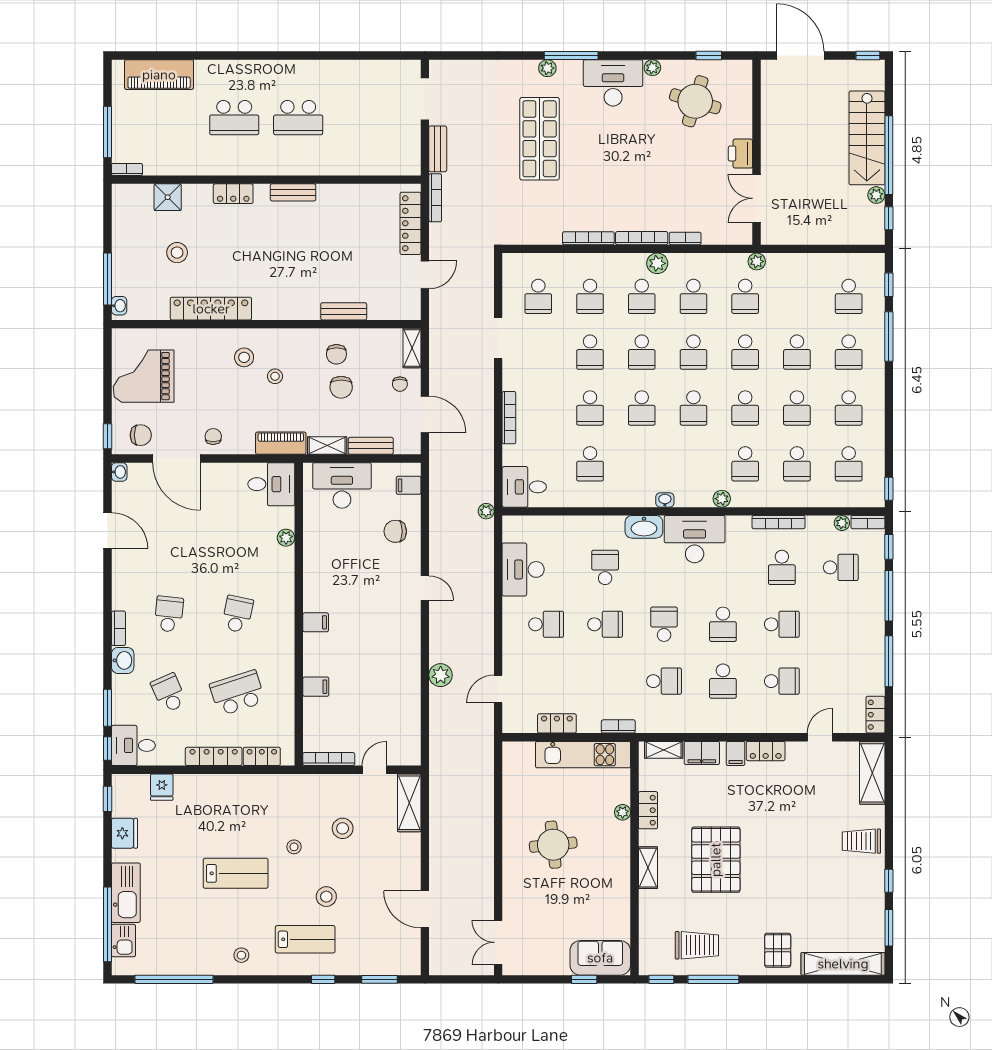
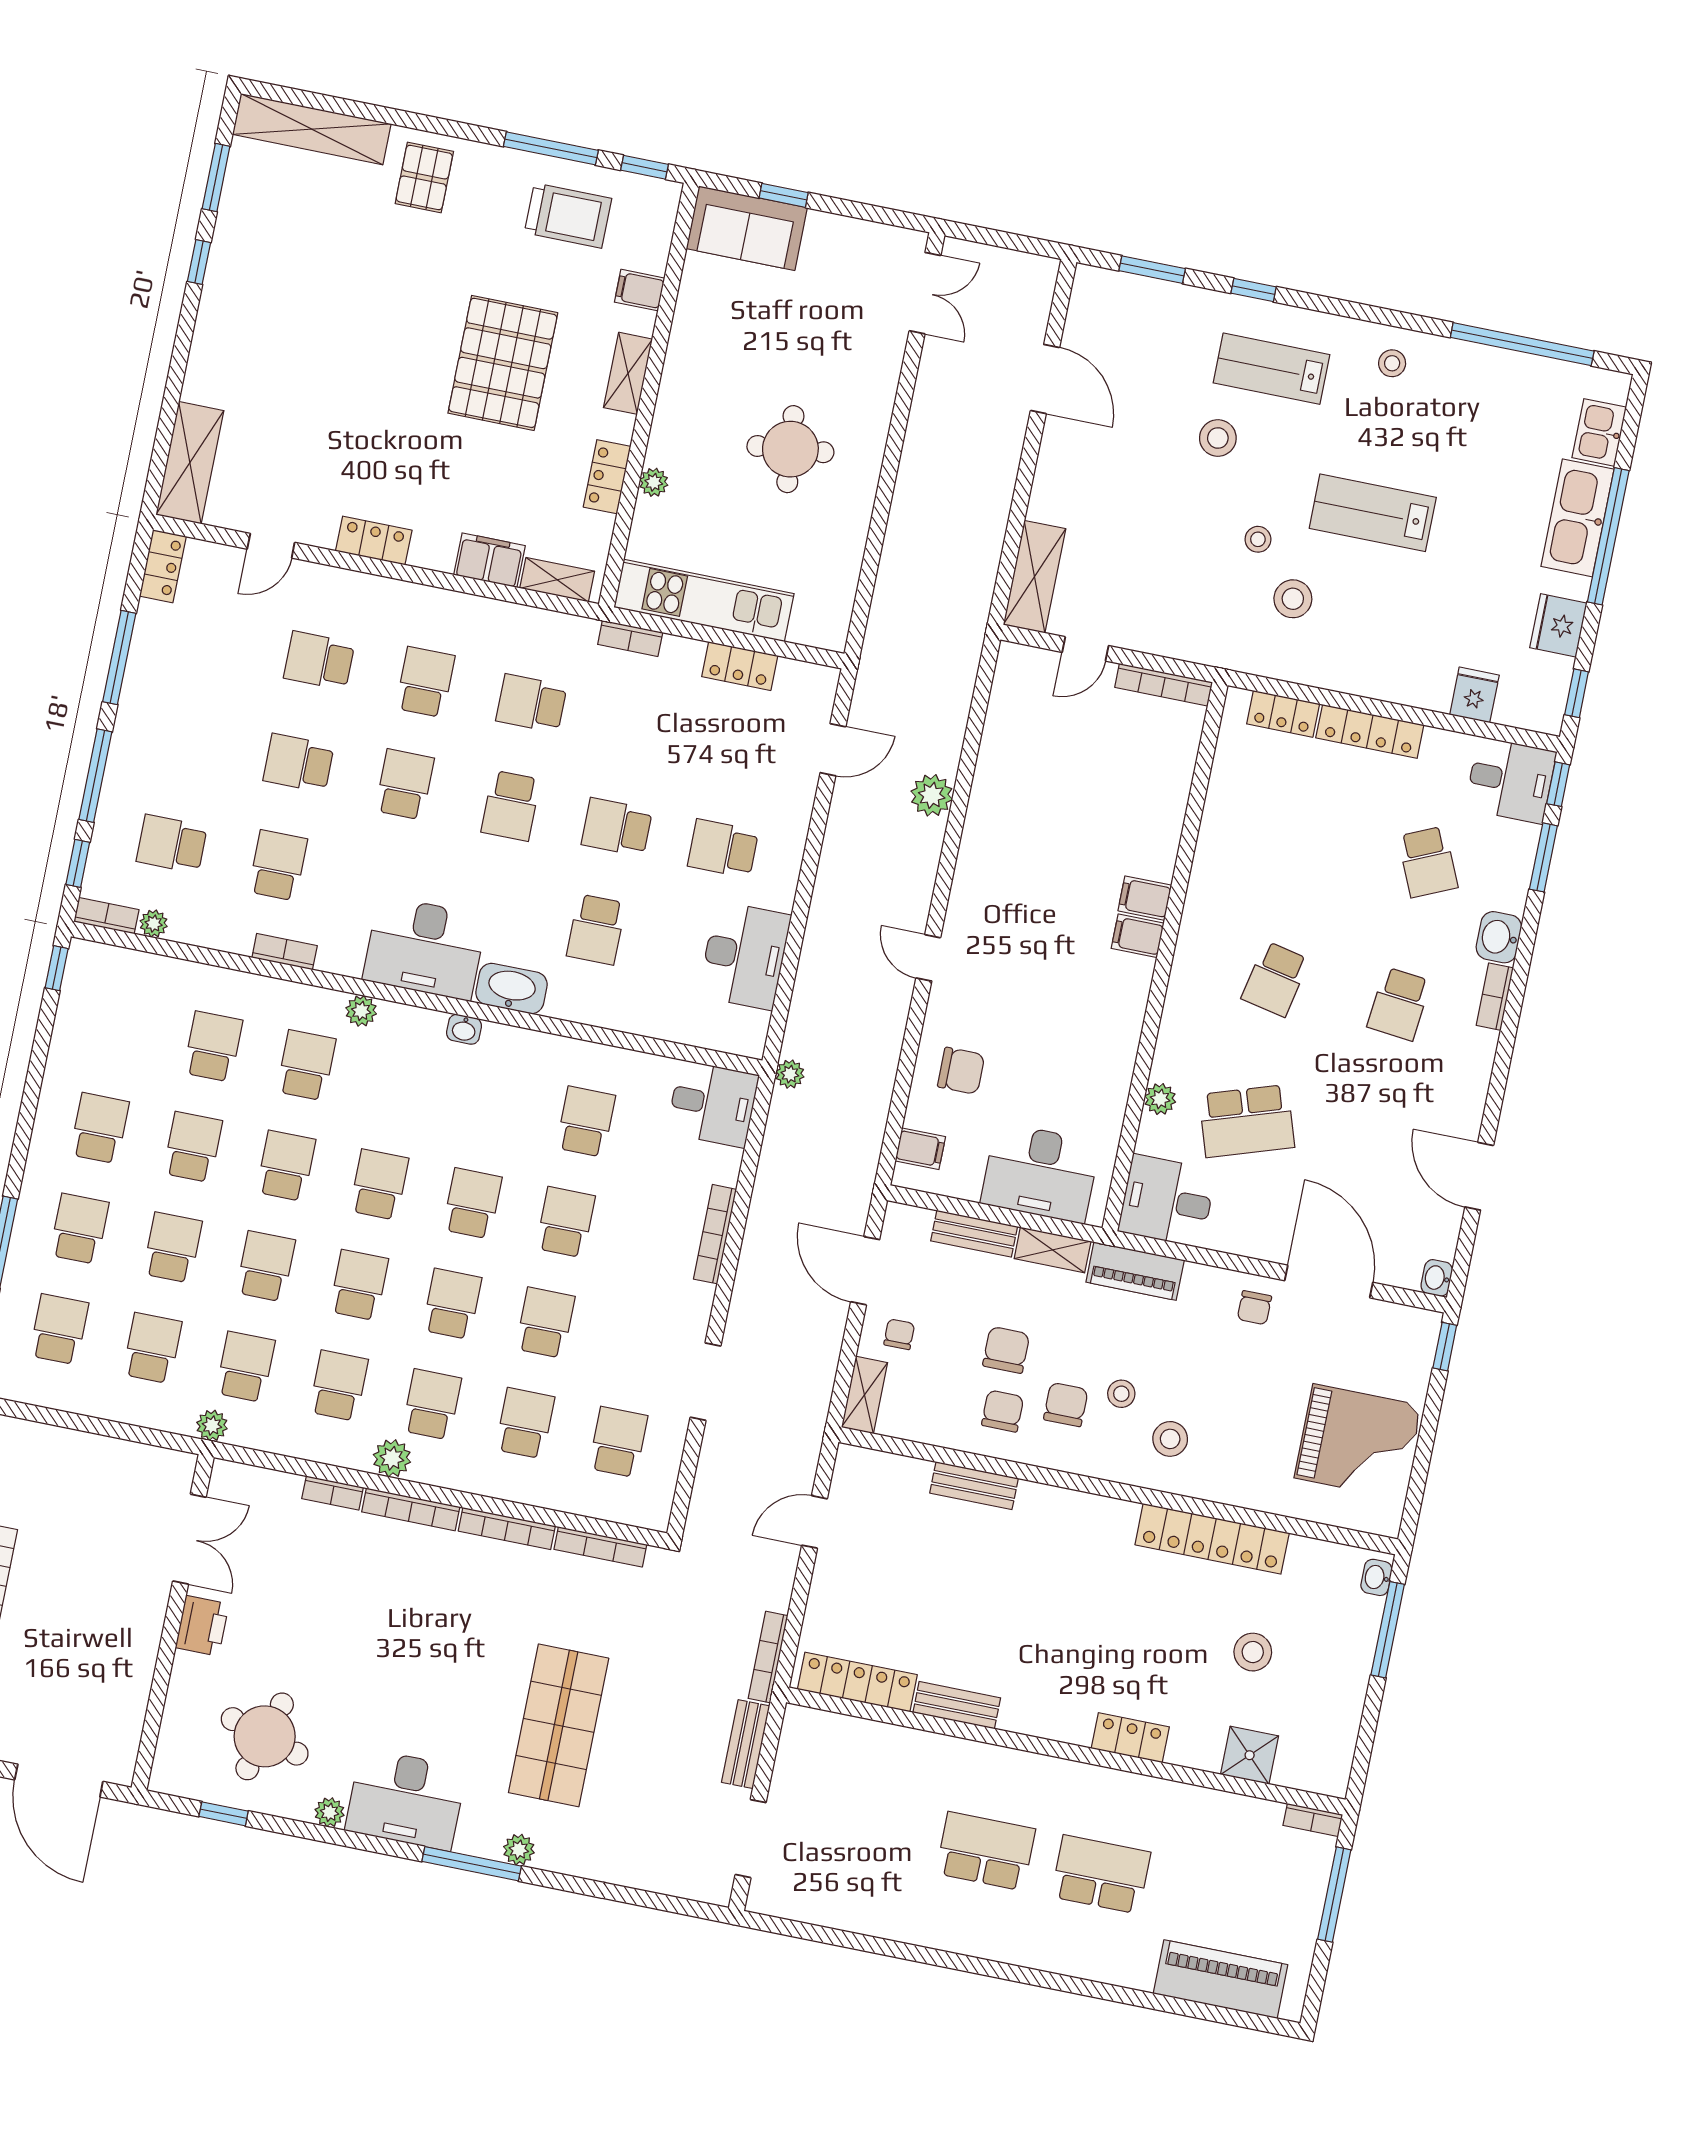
bench: (293, 192) -> (957, 1705), moved
locker: (410, 223) -> (857, 1682), moved, turned -90
bookcase: (536, 238) -> (600, 1547), added
chair: (141, 435) -> (1066, 1405), moved, turned 90
school desk: (849, 464) -> (152, 1348), moved
bookcase: (778, 522) -> (285, 952), width x0.64
filing cabinet: (316, 687) -> (1145, 898), moved
school desk: (237, 693) -> (1247, 1121), moved
filing cabinet: (736, 753) -> (640, 290), moved, turned -90
stool: (343, 828) -> (1293, 599), moved
trolley: (861, 841) -> (234, 343), removed
window: (107, 924) -> (1608, 536), moved
trolley: (697, 945) -> (568, 216), turned 180

